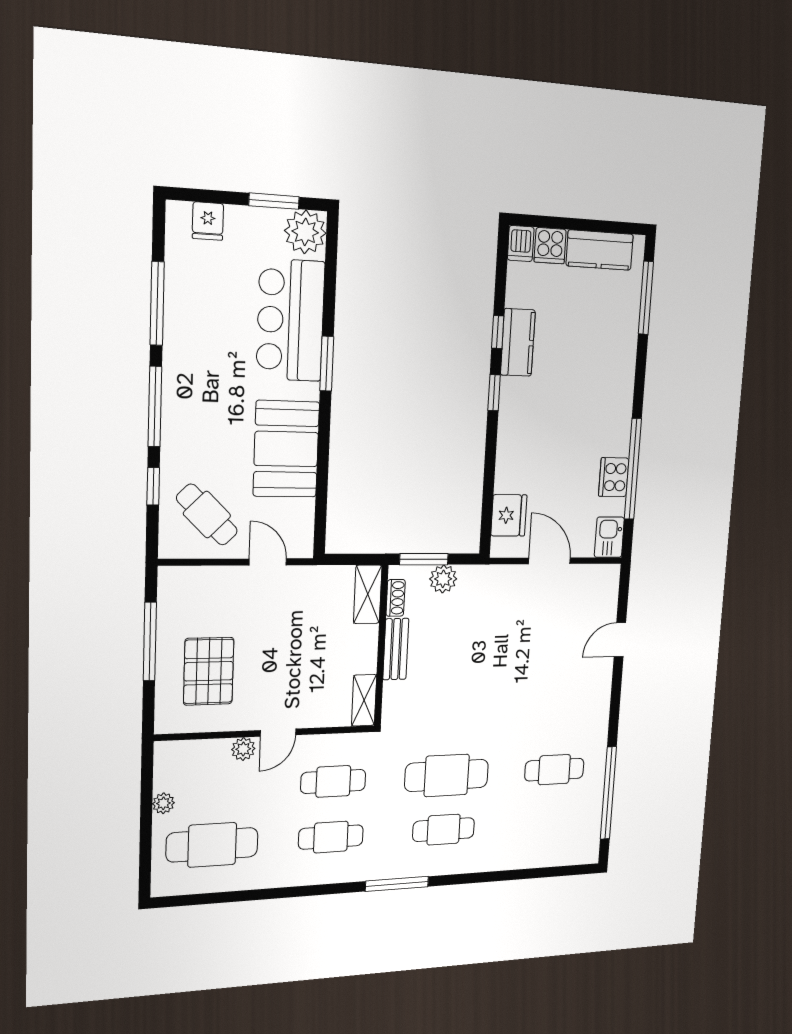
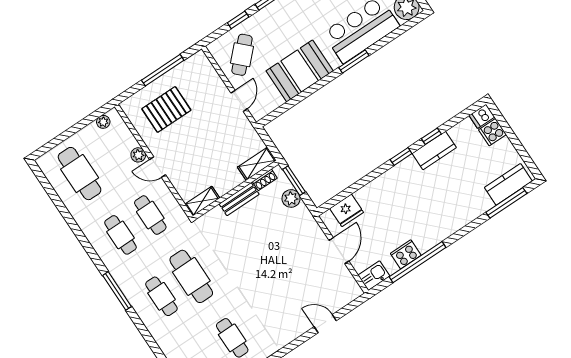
kitchen counter: (600, 250) -> (508, 184), moved, turned 90
plant: (163, 803) -> (103, 122), moved

